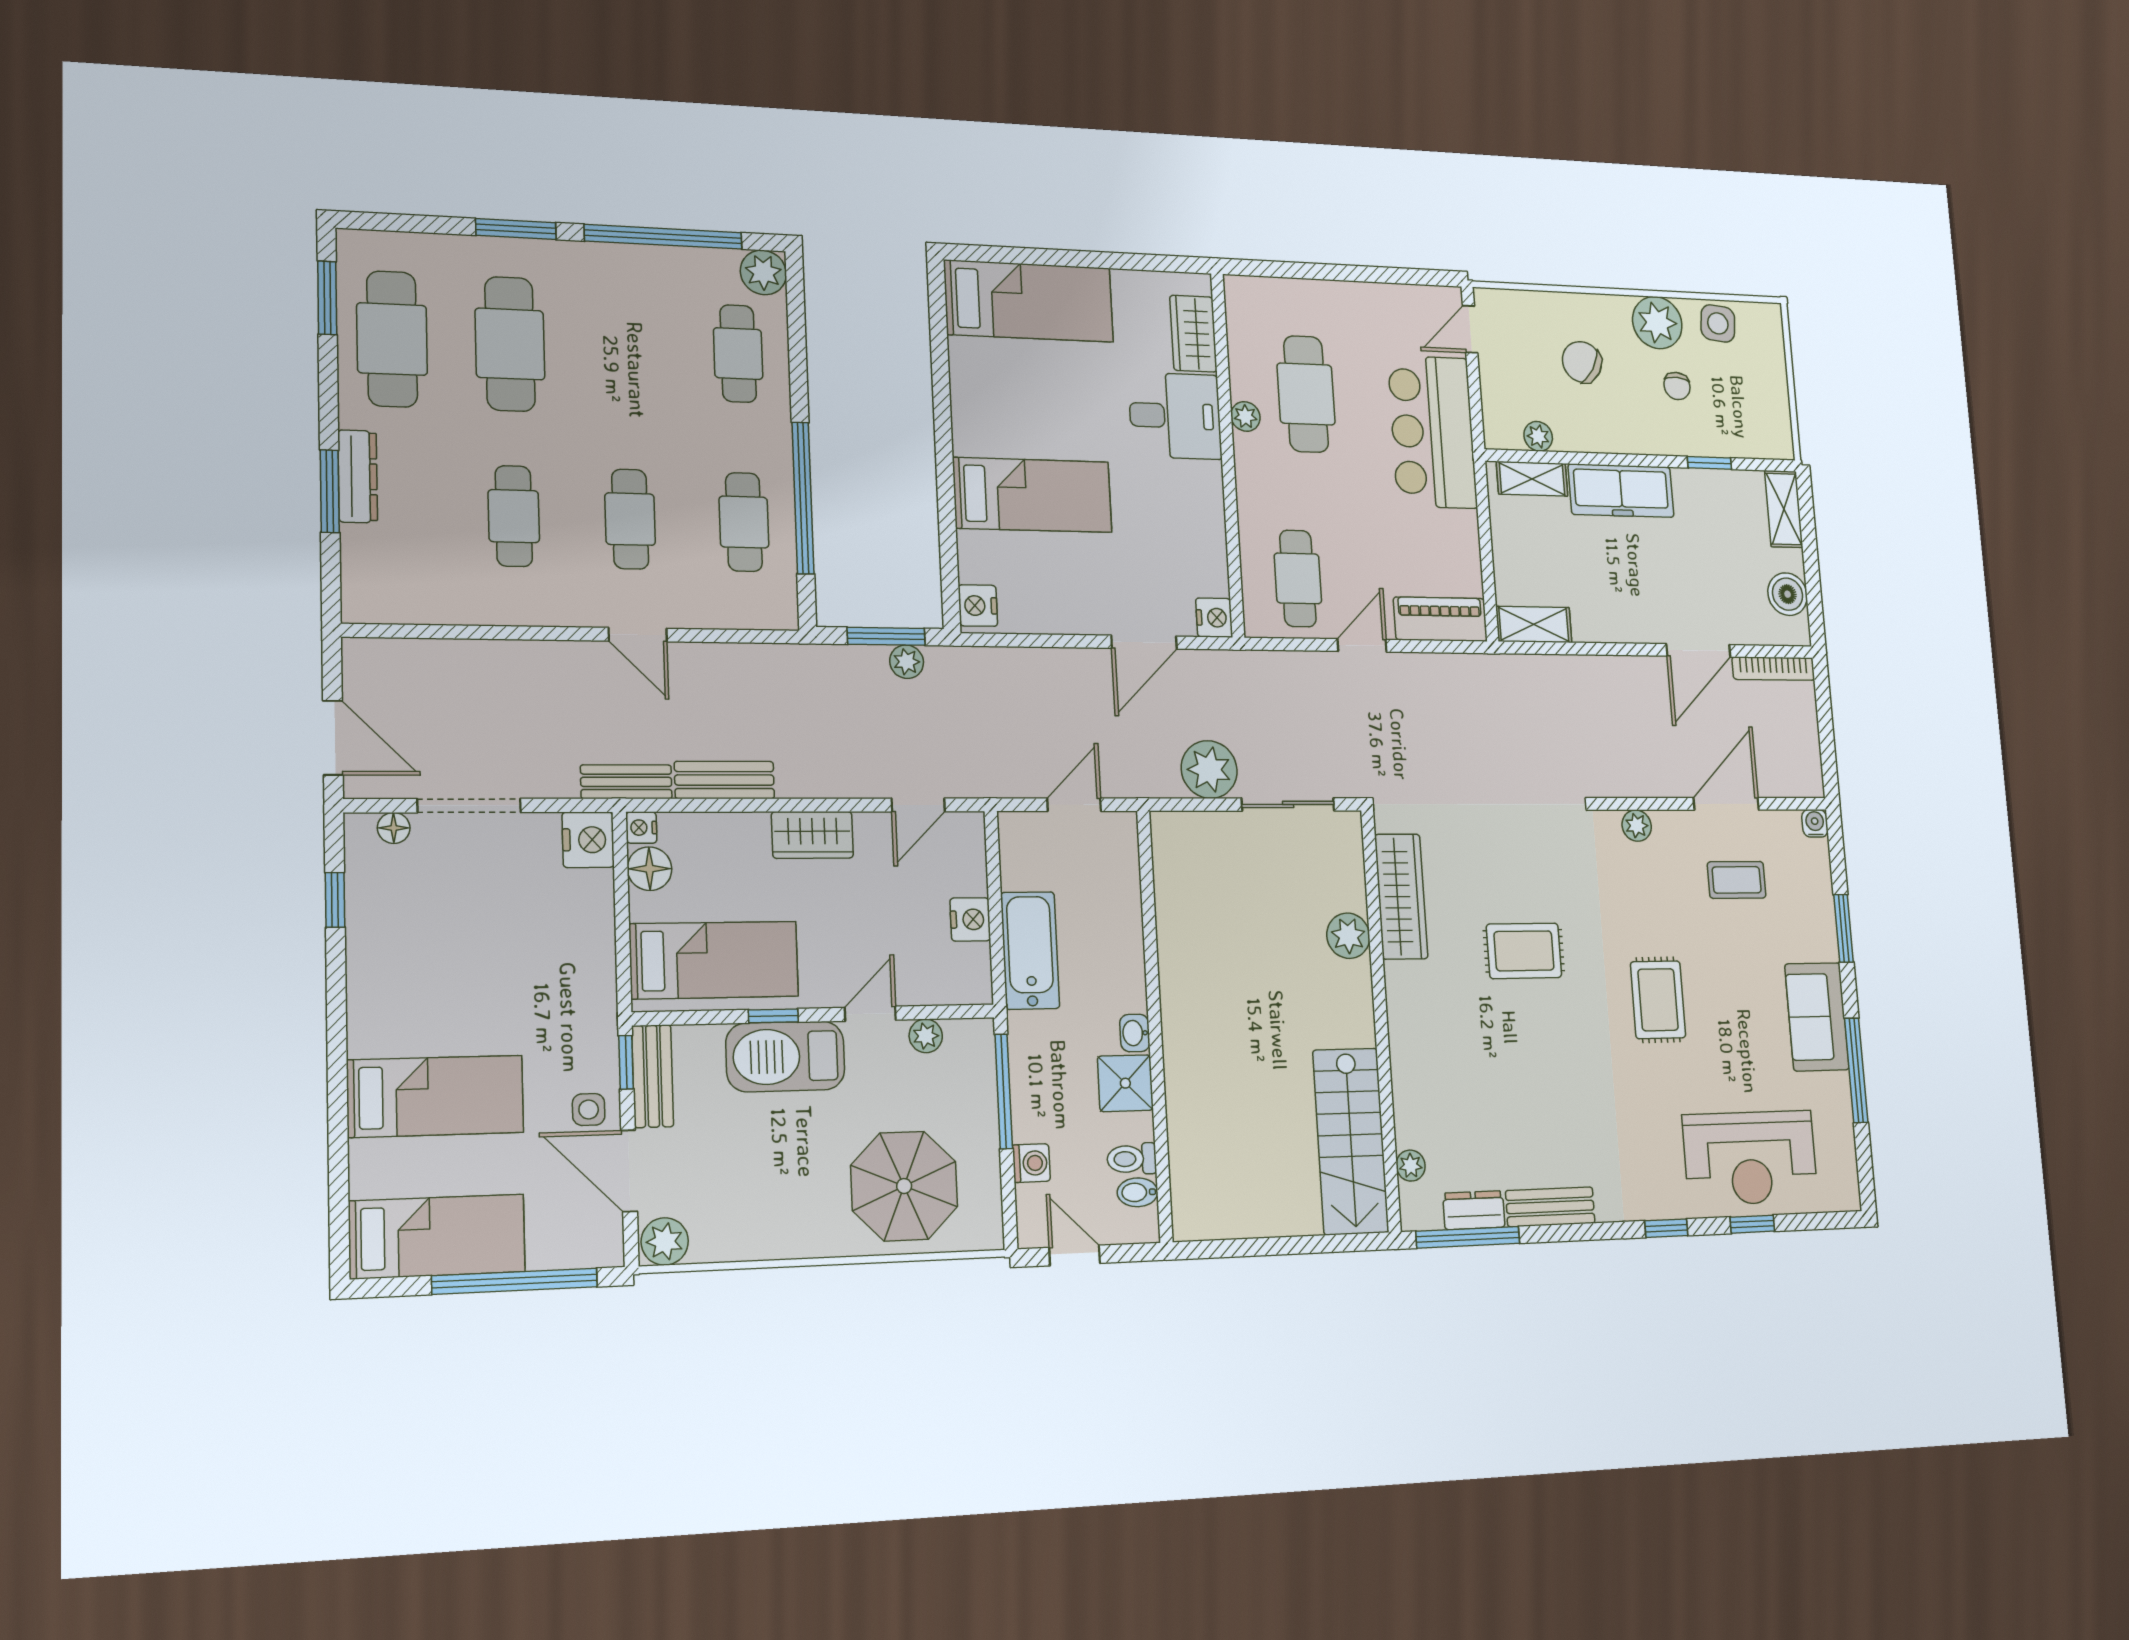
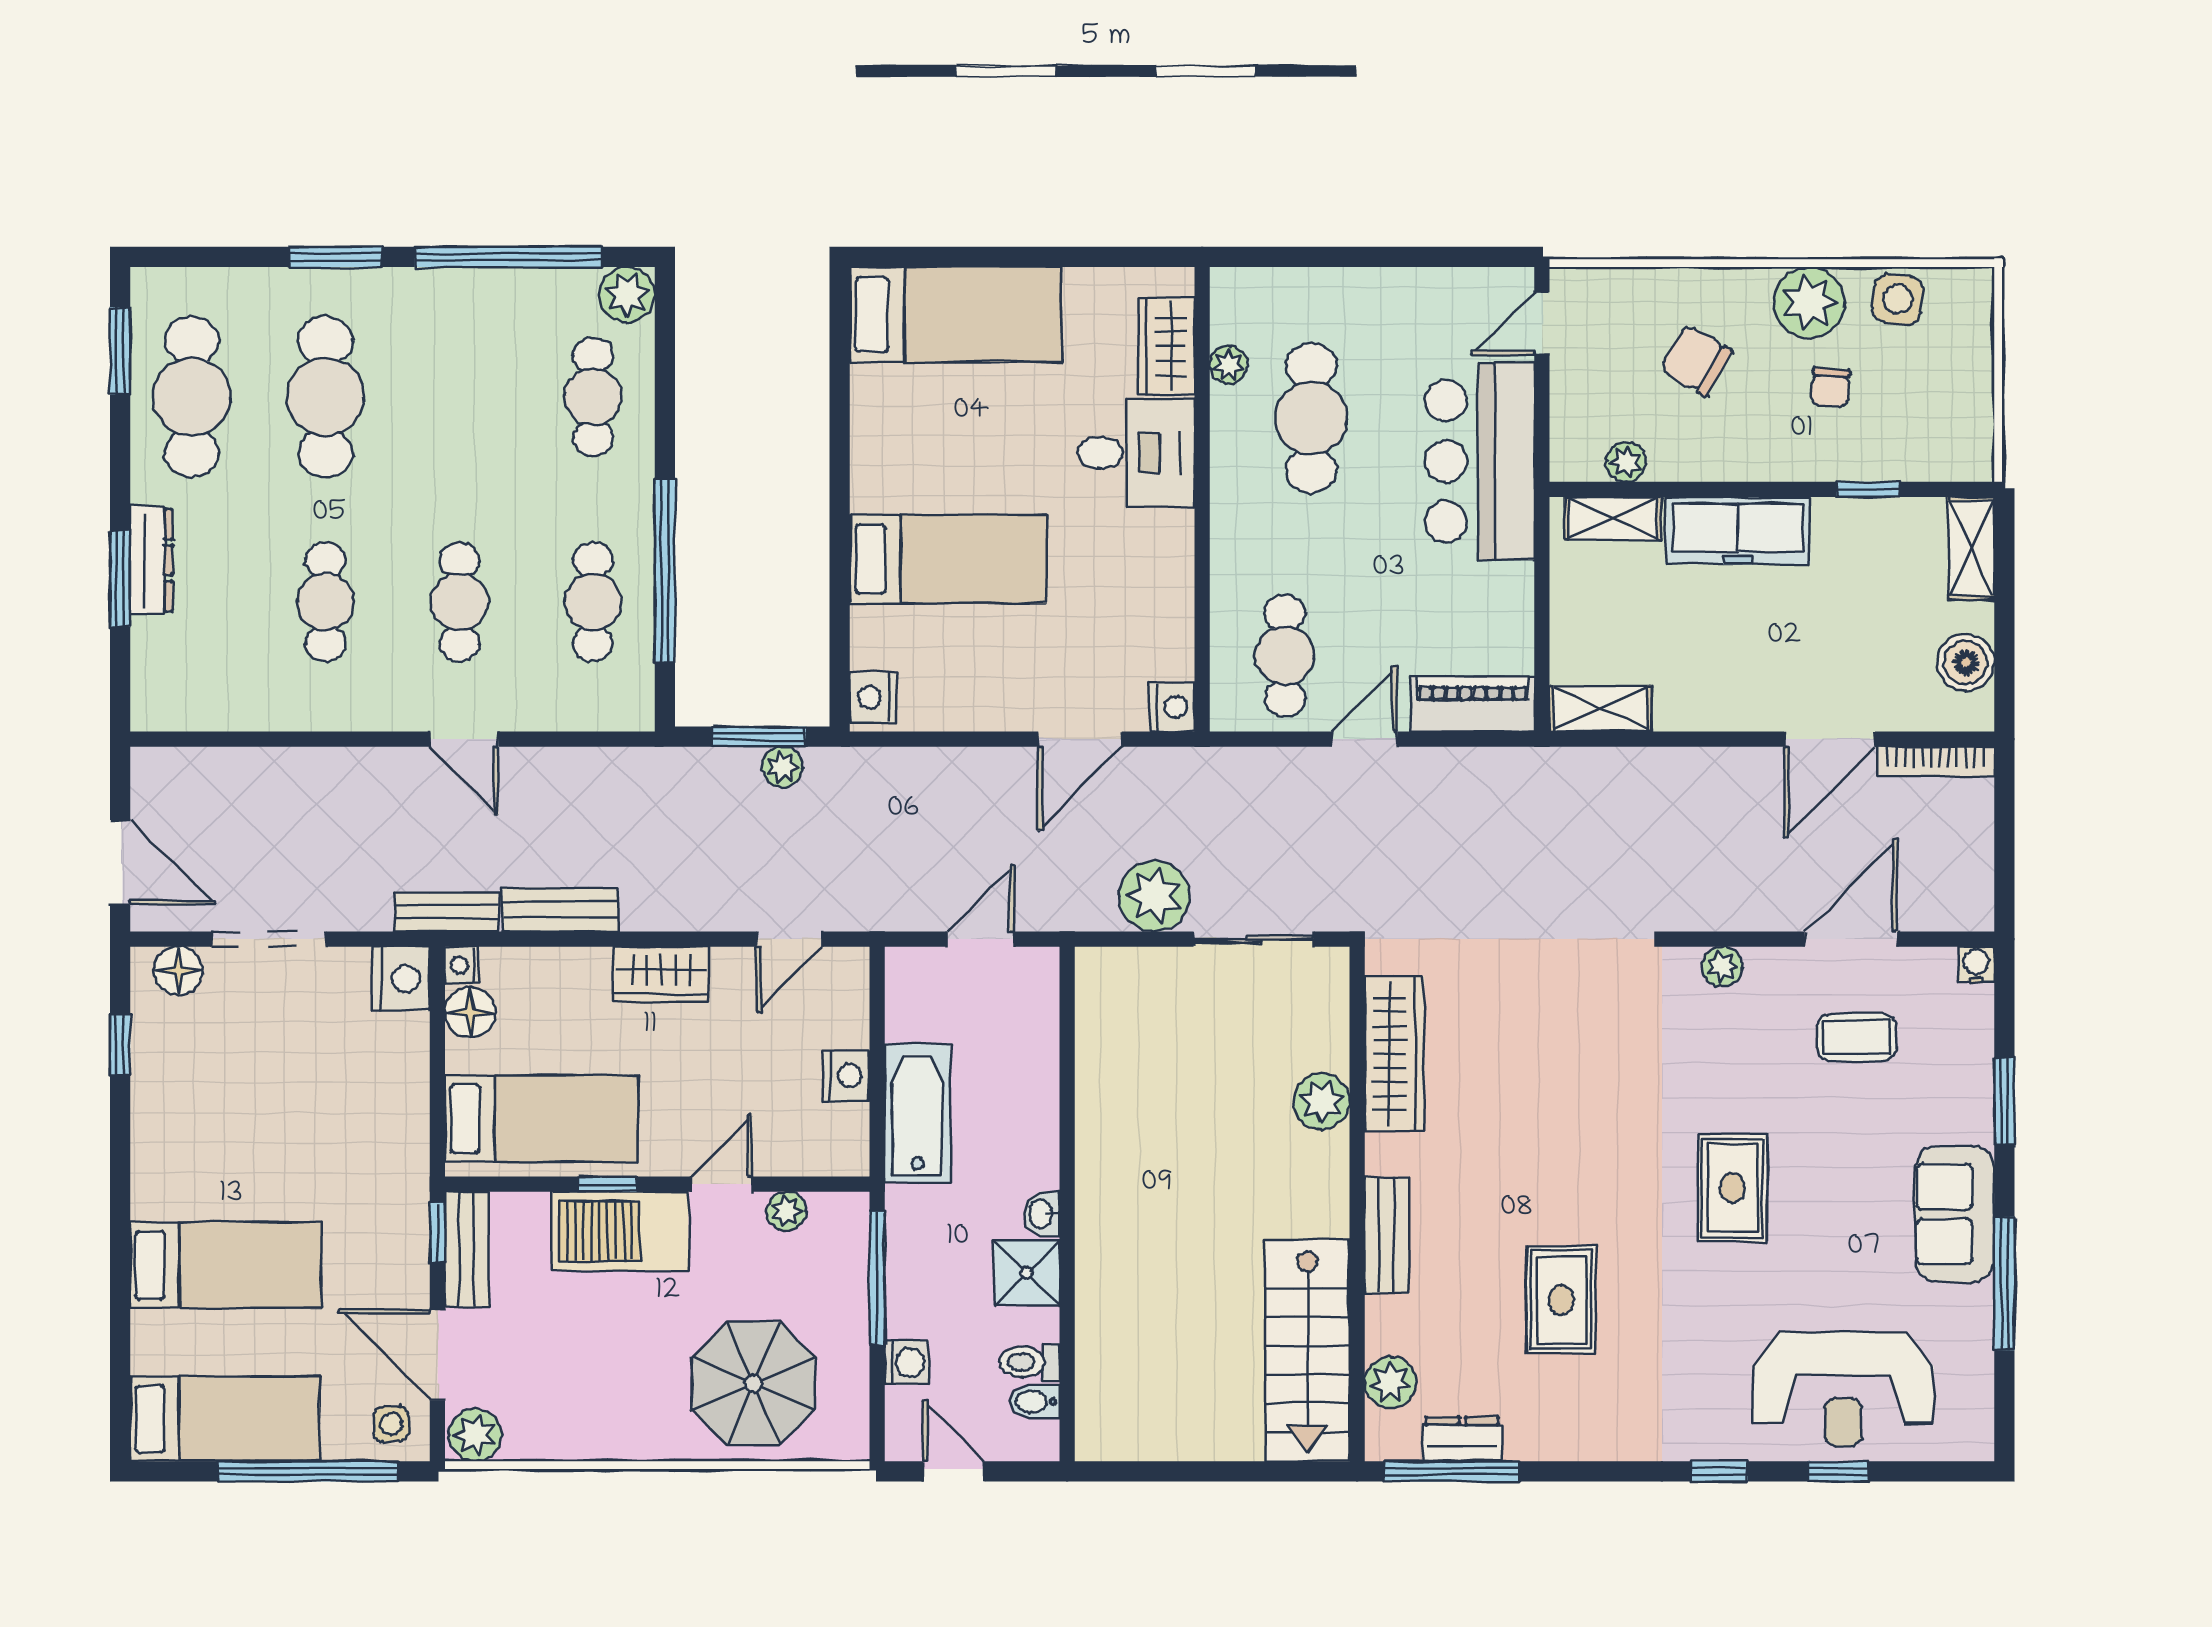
plant: (1245, 416) -> (1229, 365), moved
floor lamp: (394, 828) -> (178, 971), width x1.37, depth x1.37
rug: (1524, 951) -> (1561, 1300), moved, turned 90
side table: (589, 1109) -> (391, 1424), moved
plant: (1411, 1166) -> (1390, 1382), width x1.38, depth x1.38
bench: (1550, 1207) -> (1387, 1235), moved, turned 90

